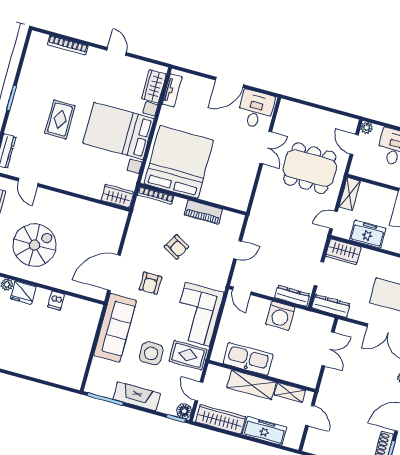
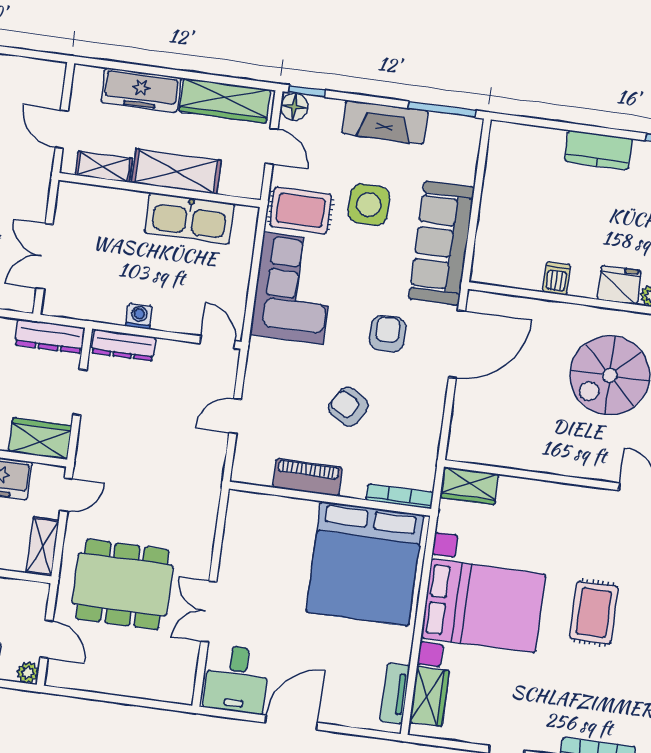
washing machine: (280, 316) -> (139, 316), width x0.53, depth x0.53
kitchen counter: (25, 366) -> (598, 150), added

